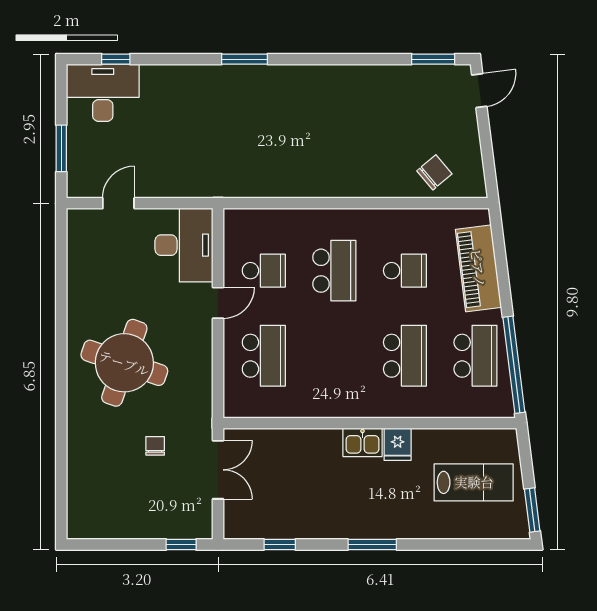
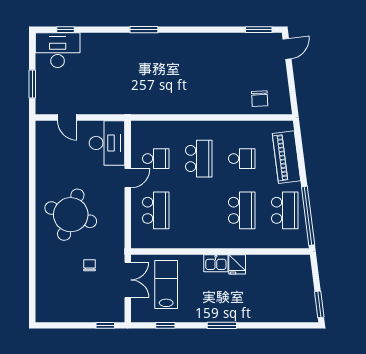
chair: (434, 172) -> (260, 99), turned 127
door: (118, 203) -> (67, 117), swing flipped
lab bench: (474, 482) -> (166, 285), moved, turned -90

